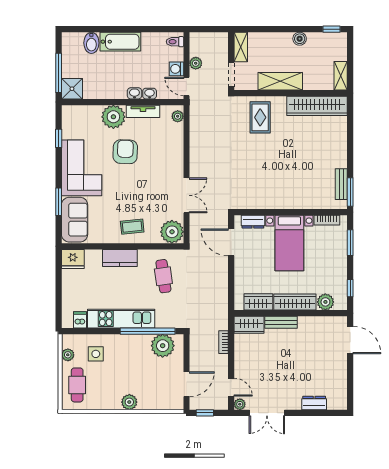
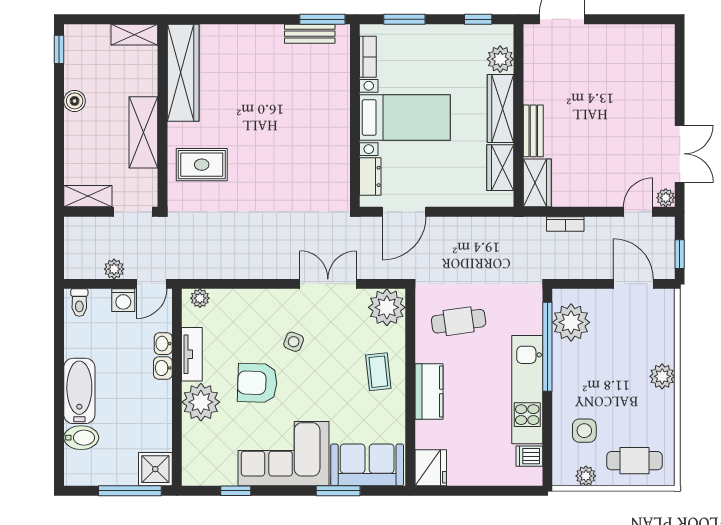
side table: (151, 174) -> (294, 342), added
dresser: (314, 403) -> (664, 77), removed

